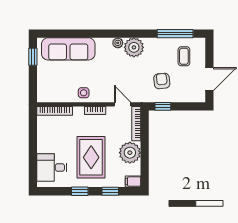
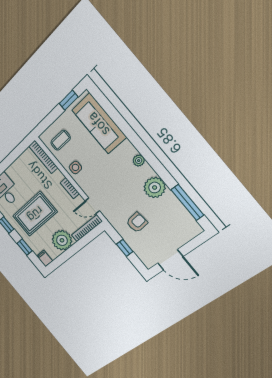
plant: (134, 47) -> (155, 188), moved
coffee table: (184, 56) -> (61, 140), moved
door: (123, 104) -> (92, 206), swing flipped
window: (163, 106) -> (125, 248), moved

